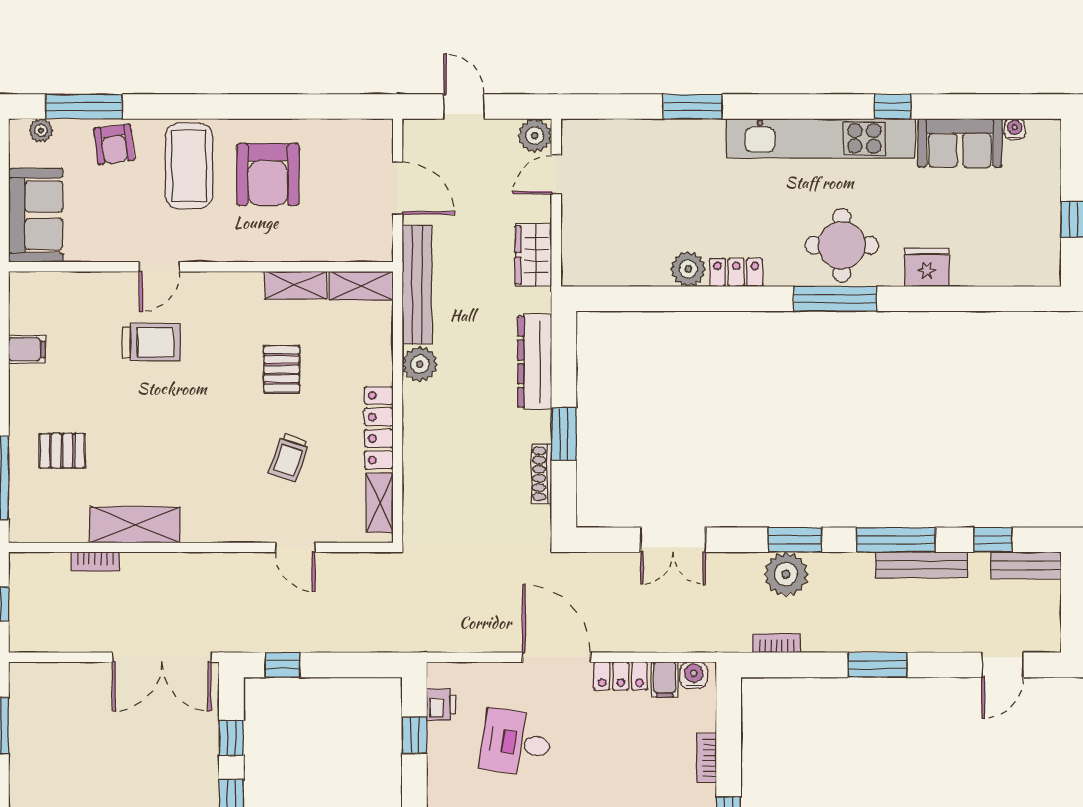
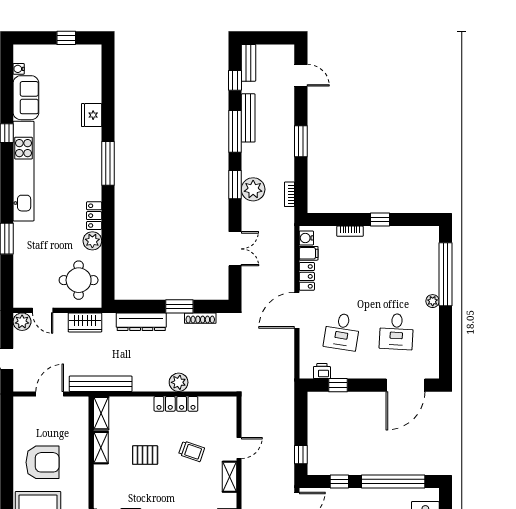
round table: (842, 245) -> (79, 280), moved
plant: (420, 364) -> (179, 382), moved
shelving: (380, 503) -> (230, 477), moved, turned 90

